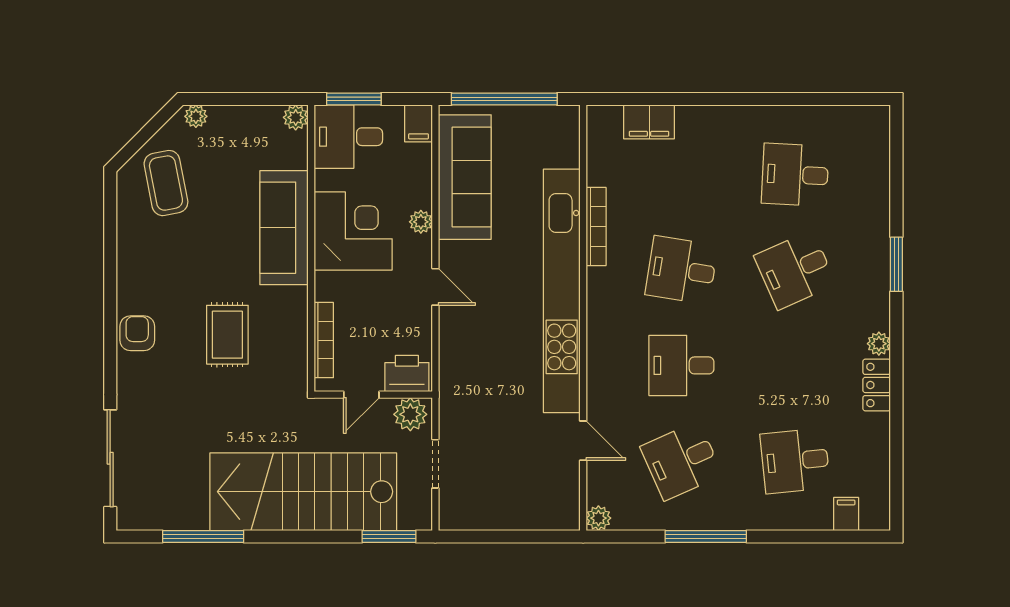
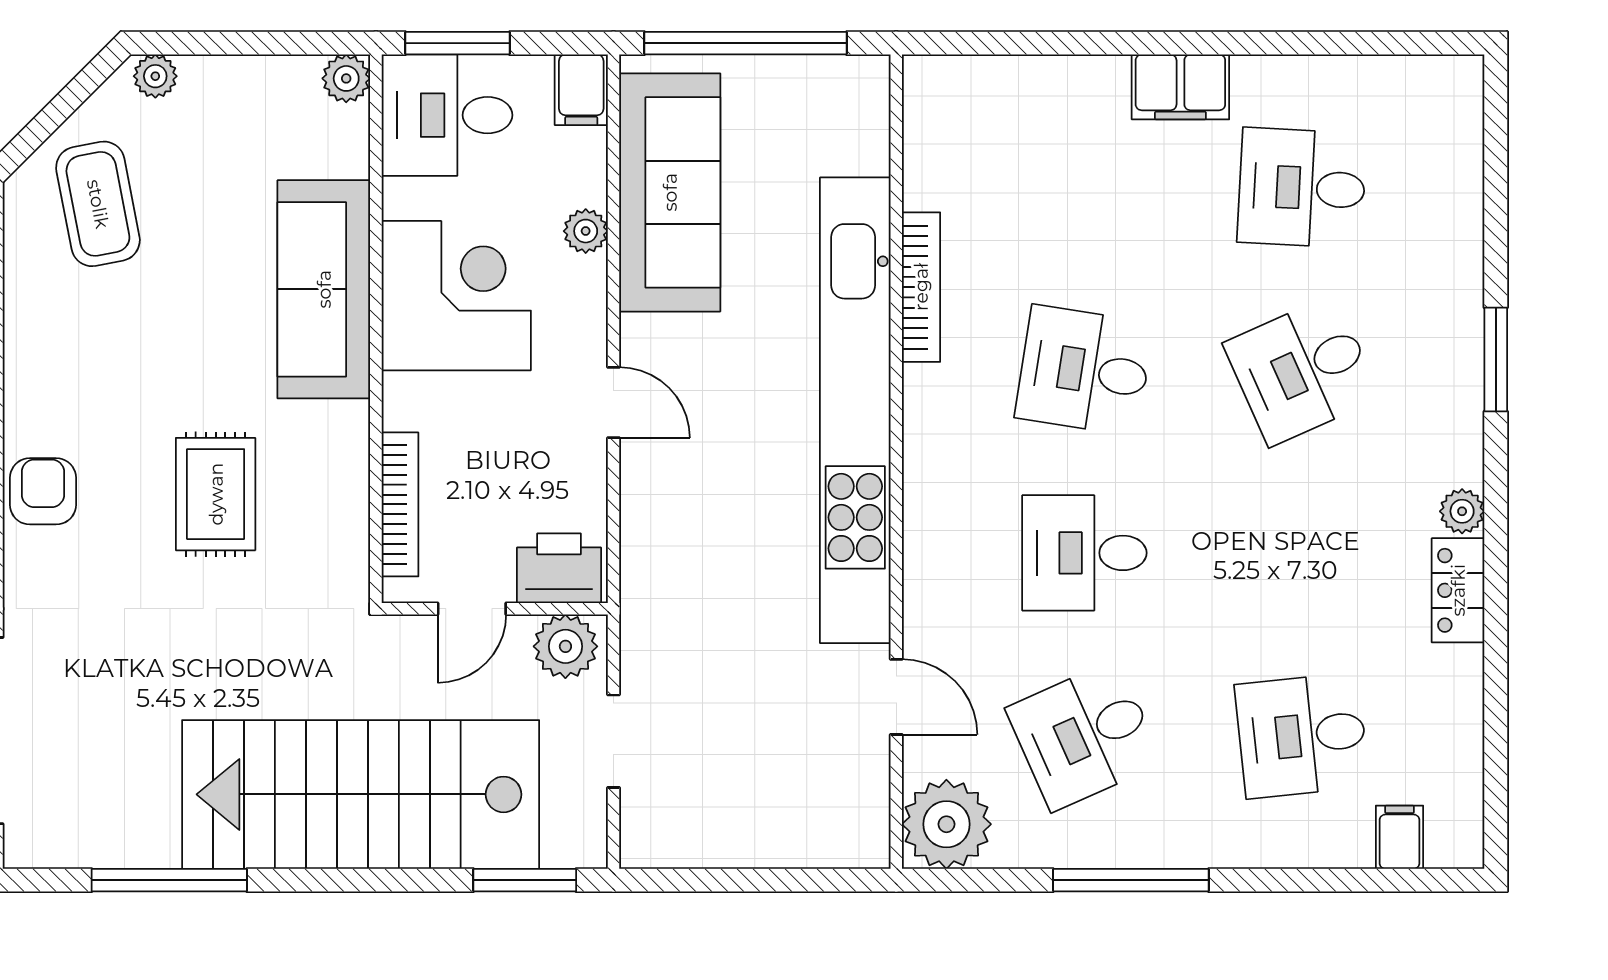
filing cabinet: (649, 122) -> (1180, 87), moved
plant: (421, 222) -> (586, 231), moved
plant: (598, 518) -> (946, 824), width x1.88, depth x1.88

